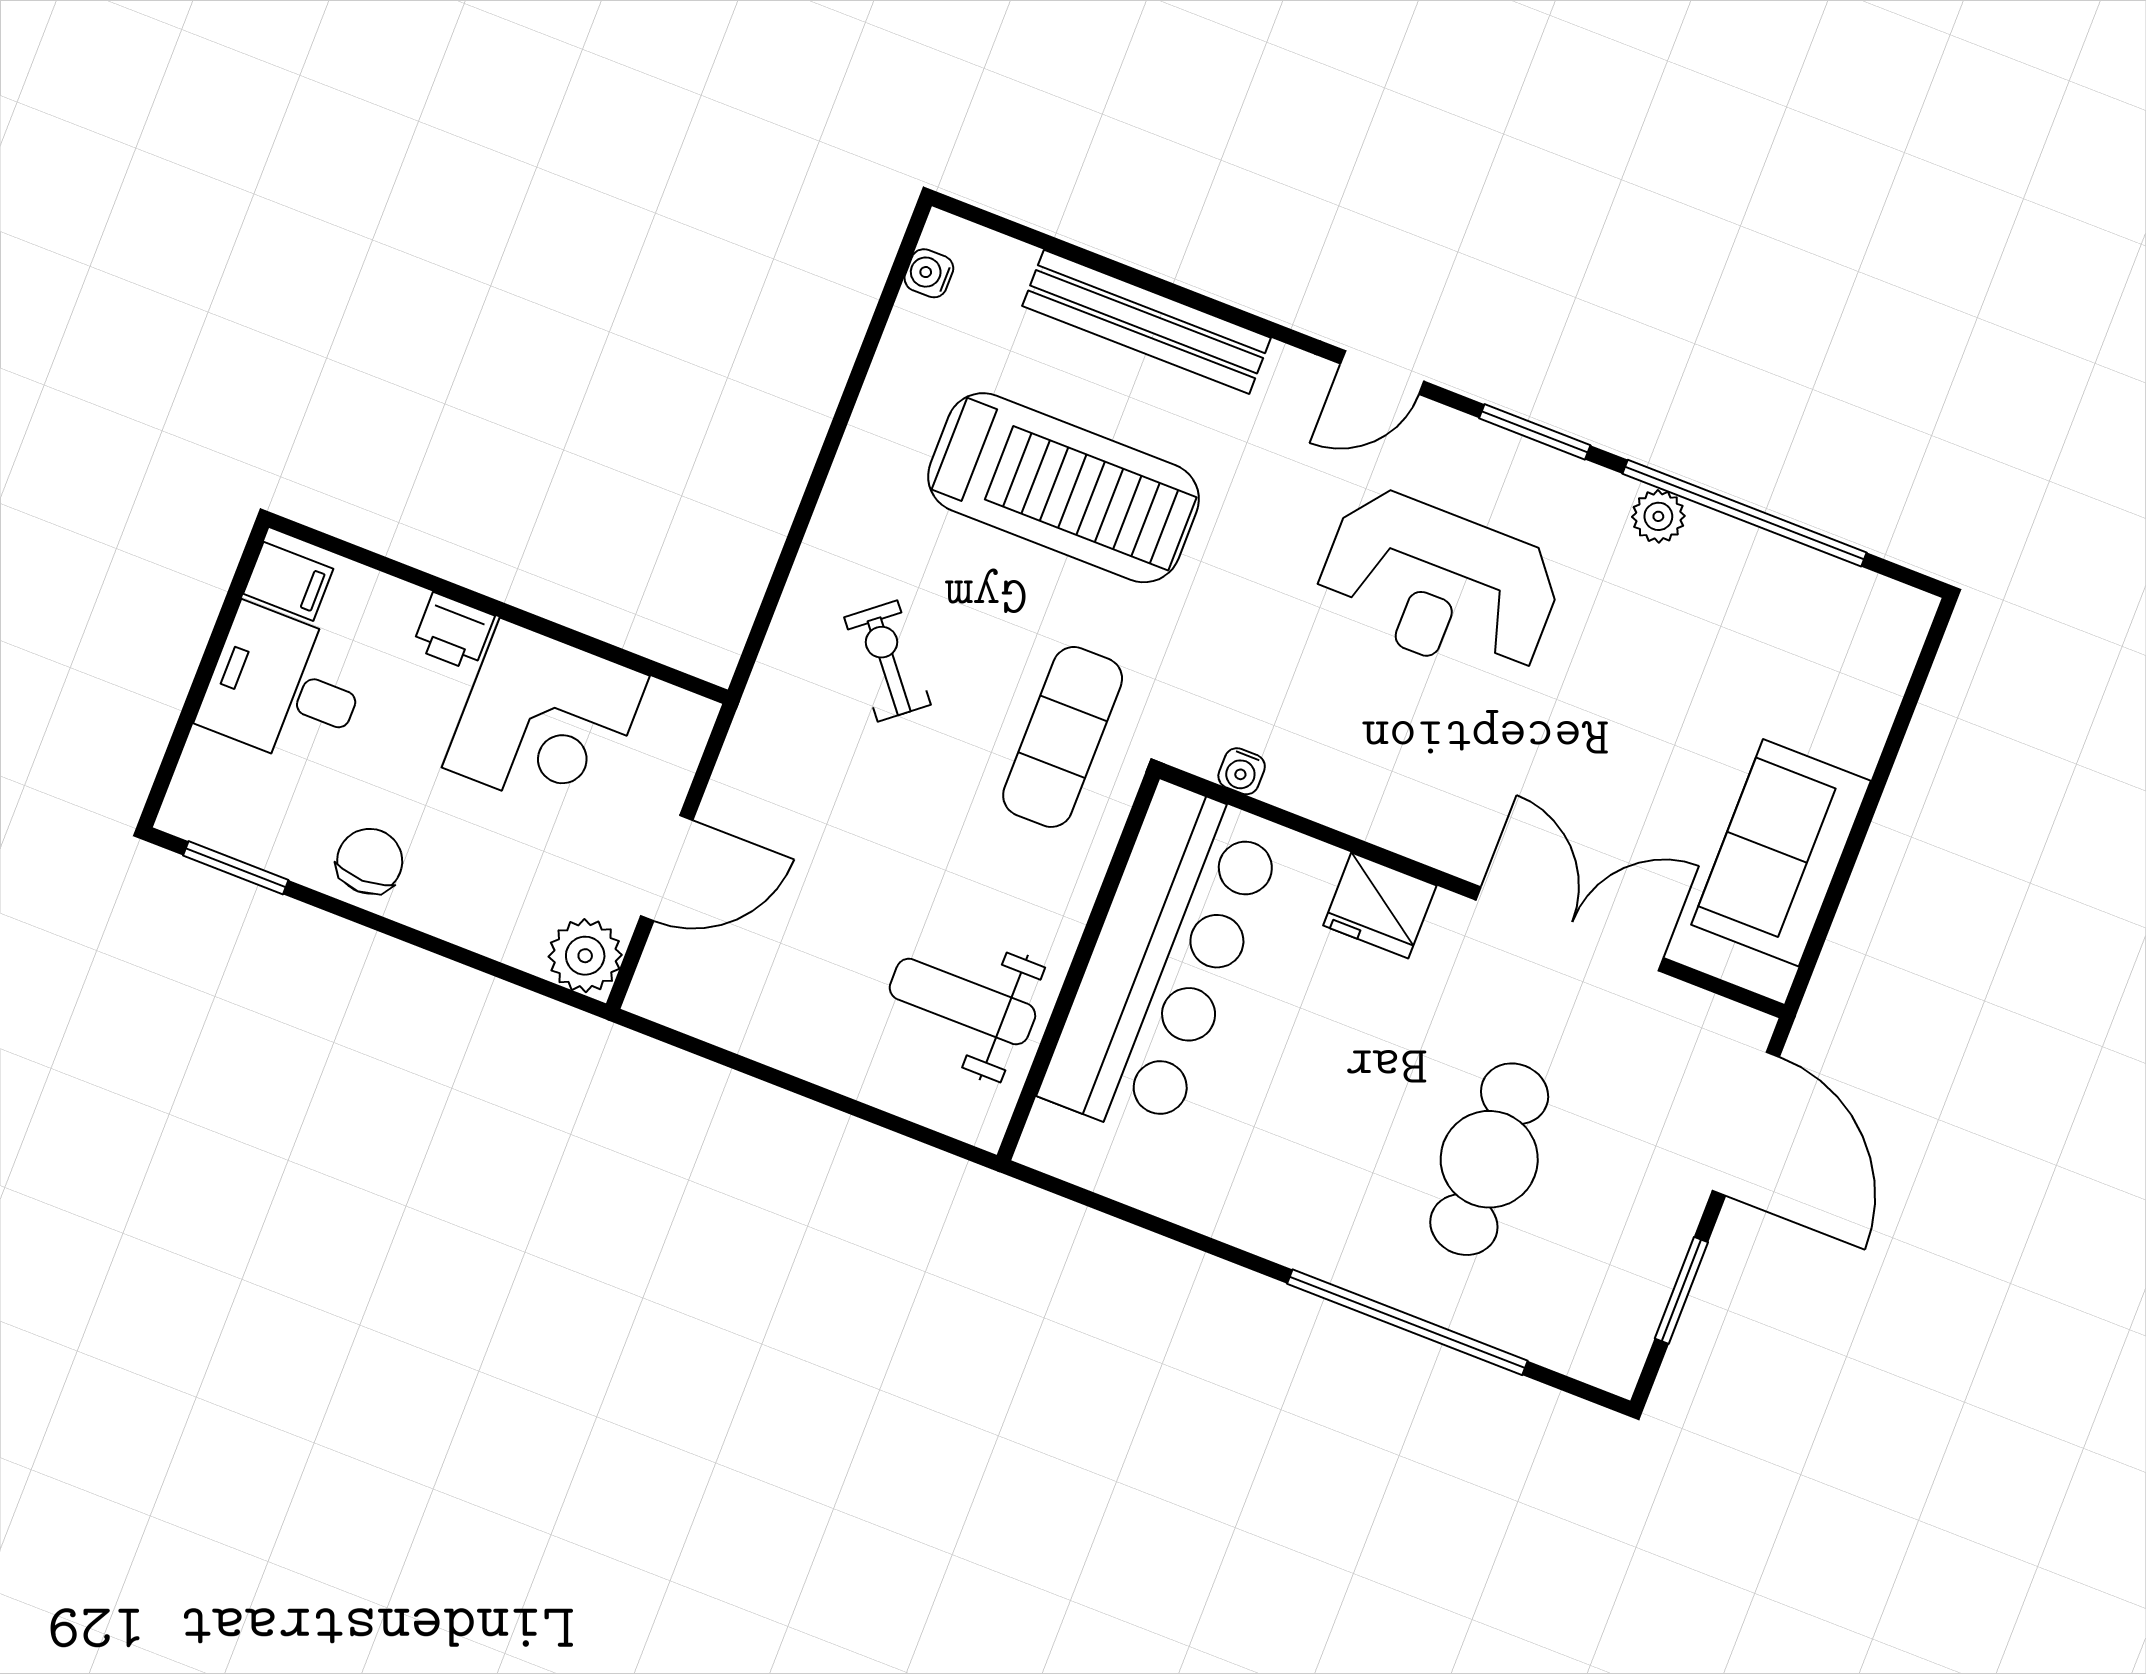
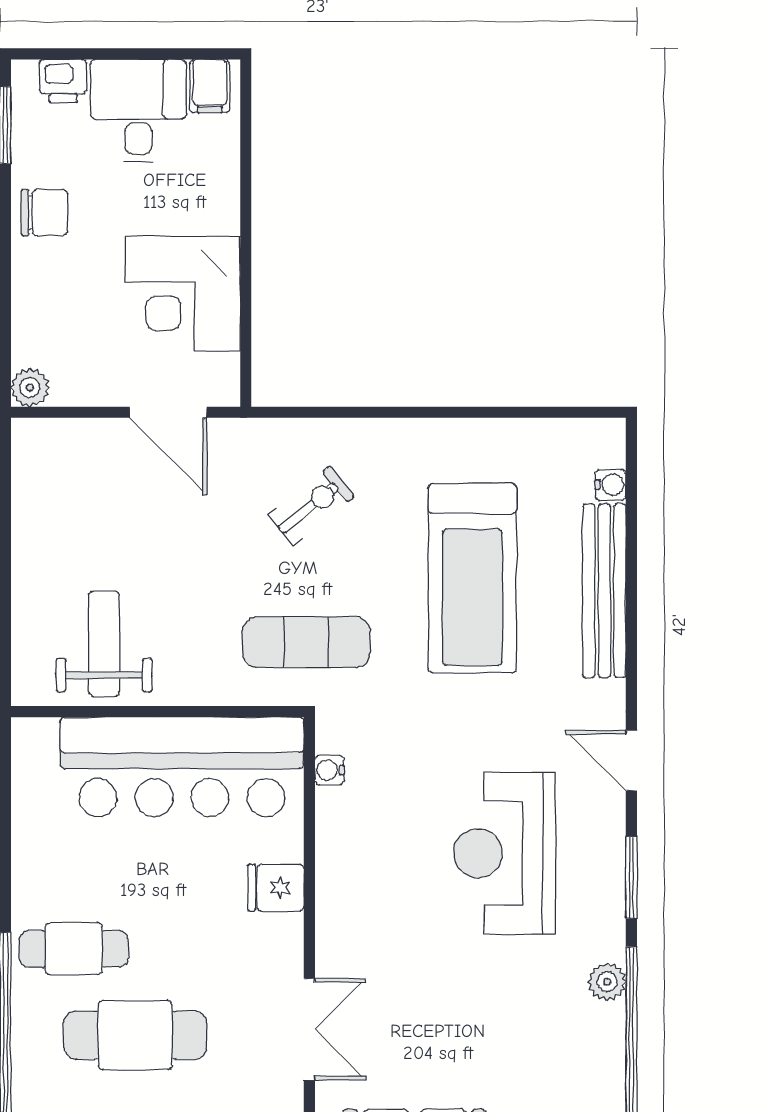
water cooler: (929, 273) -> (610, 485), moved, turned 90
printer: (453, 632) -> (63, 81), moved, turned -90
door: (667, 868) -> (168, 412), moved
fridge: (1380, 906) -> (276, 888), width x0.72
double door: (1570, 929) -> (309, 1029), width x0.73
plant: (585, 956) -> (30, 388), width x0.73, depth x0.73
cafe table: (1345, 1196) -> (74, 949), added

